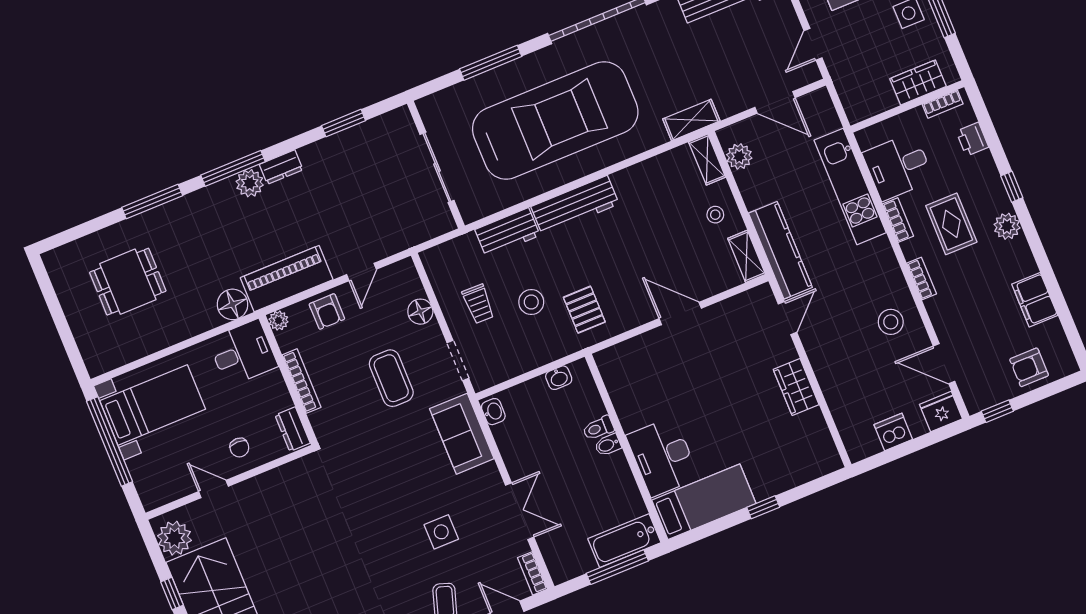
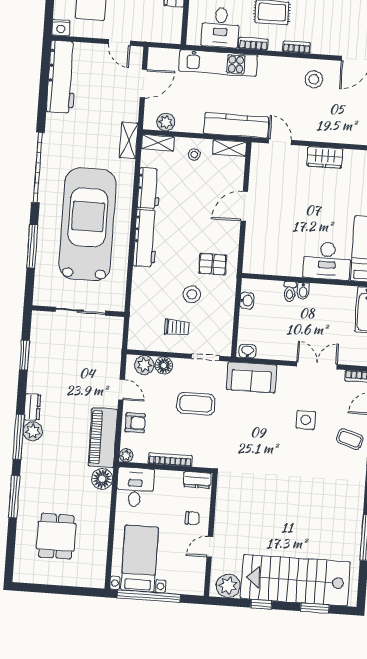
workbench: (507, 232) -> (149, 188), moved
plant: (408, 286) -> (144, 365), added

